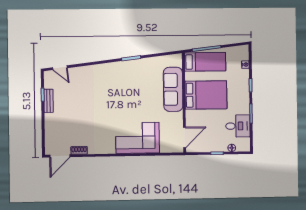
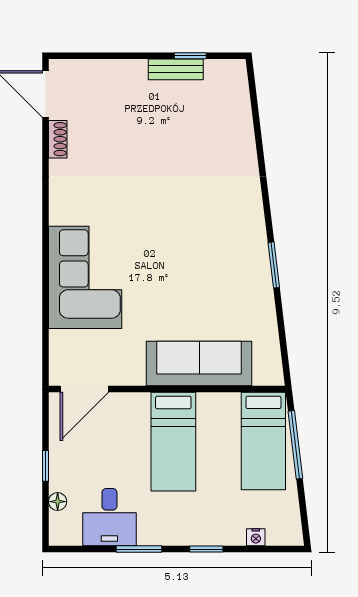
door: (60, 68) -> (254, 97), removed
bed: (206, 95) -> (173, 442), width x0.67
door: (184, 137) -> (84, 389), hinge flipped

